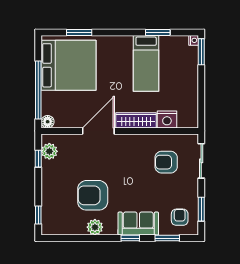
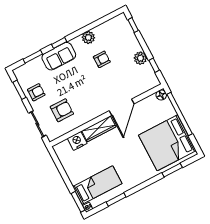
bed: (146, 63) -> (97, 185), moved, turned 90
plant: (49, 151) -> (140, 58), moved
armchair: (93, 195) -> (102, 59), width x0.53, depth x0.53
armchair: (180, 217) -> (36, 92), moved, turned -90

